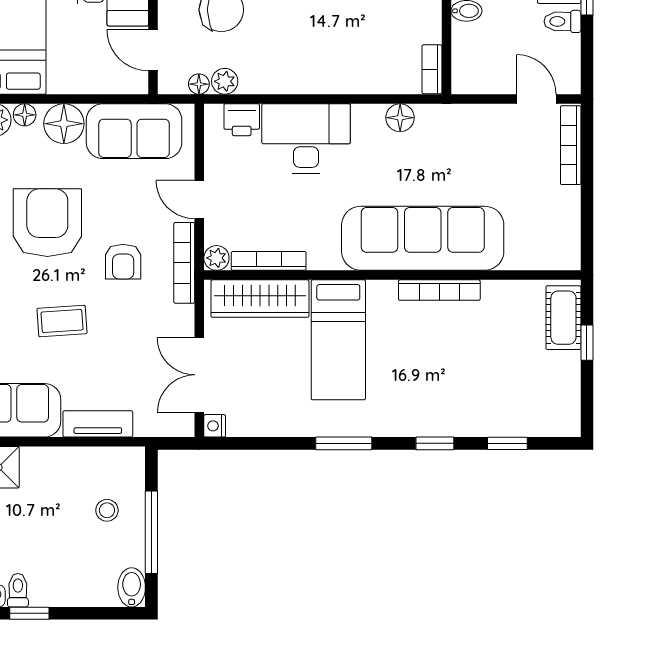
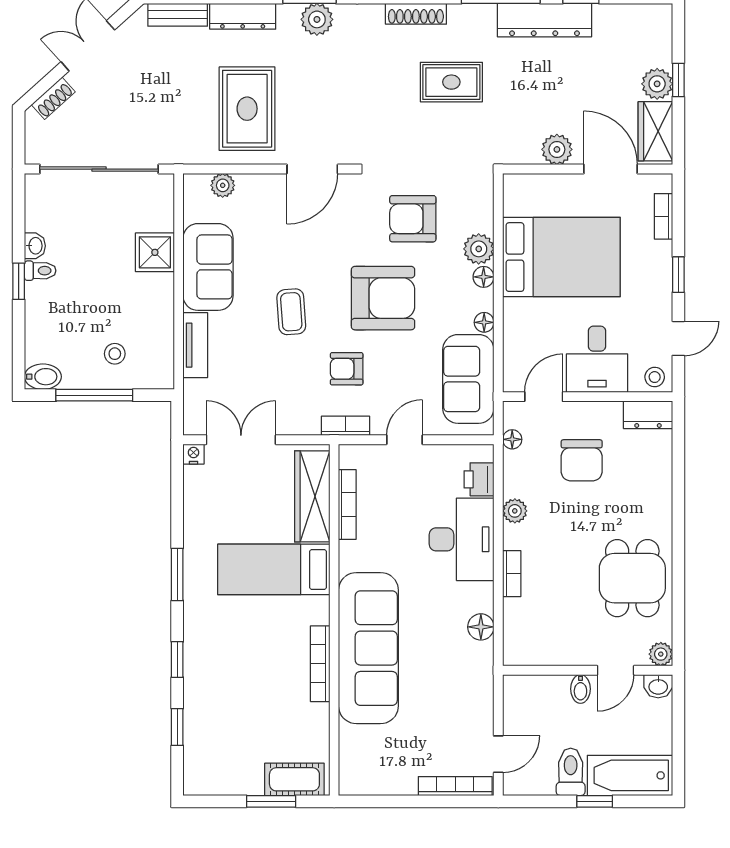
toilet: (562, 21) -> (571, 772), width x1.37, depth x1.39
bookcase: (432, 69) -> (512, 574), moved, turned 90
plant: (225, 81) -> (515, 511), moved
floor lamp: (64, 124) -> (484, 322), width x0.53, depth x0.53
plant: (216, 258) -> (350, 456), removed
bookcase: (184, 263) -> (346, 426), width x0.64
window: (587, 343) -> (271, 801), width x1.50

